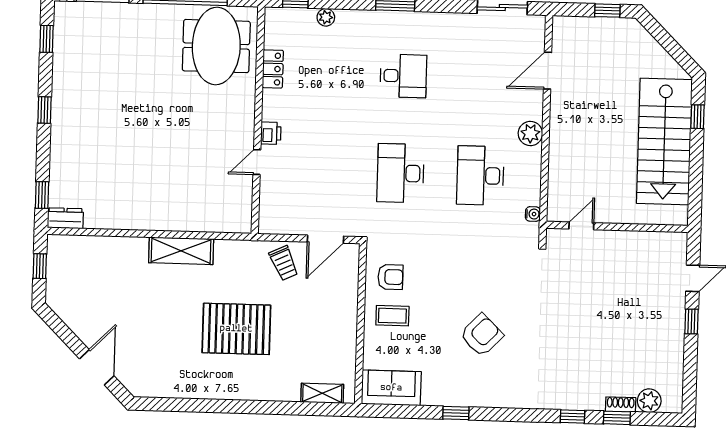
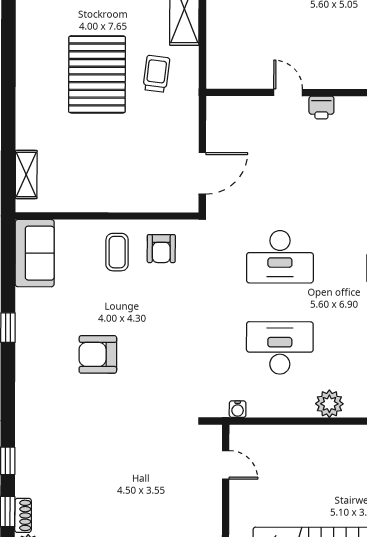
desk: (401, 173) -> (280, 257), turned 180
door: (326, 239) -> (202, 173), swing flipped
trolley: (284, 263) -> (156, 74), moved, turned 122
armchair: (482, 335) -> (98, 354), turned 136

